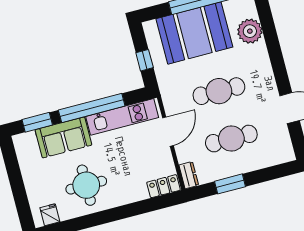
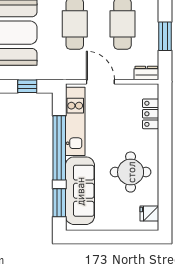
sofa: (63, 137) -> (80, 191), width x1.36
locker: (163, 186) -> (151, 114), moved

